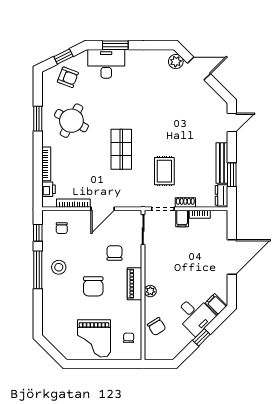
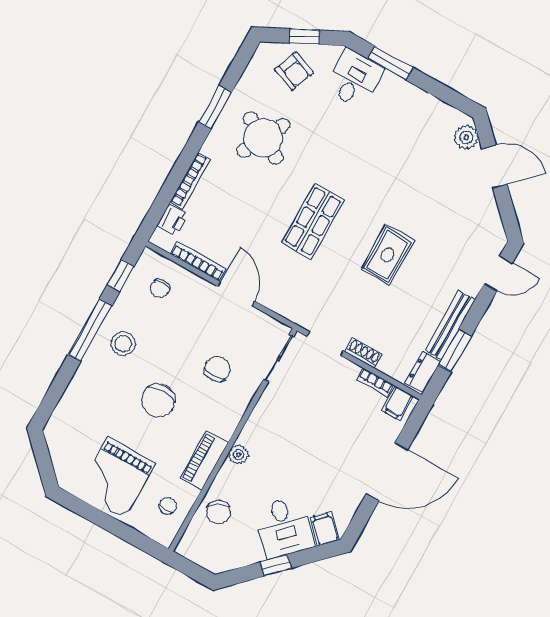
desk: (106, 64) -> (354, 79), width x0.73
rug: (164, 171) -> (387, 255), moved
door: (103, 209) -> (236, 294), swing flipped
filing cabinet: (182, 219) -> (398, 403), moved
piano: (134, 284) -> (204, 461), moved

